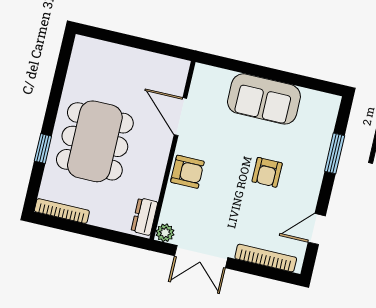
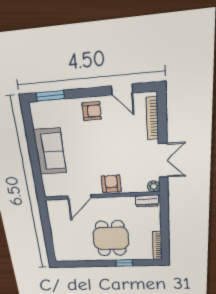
dining table: (95, 141) -> (111, 238), width x0.73
window: (335, 153) -> (50, 96), moved
armchair: (267, 172) -> (92, 111), moved

